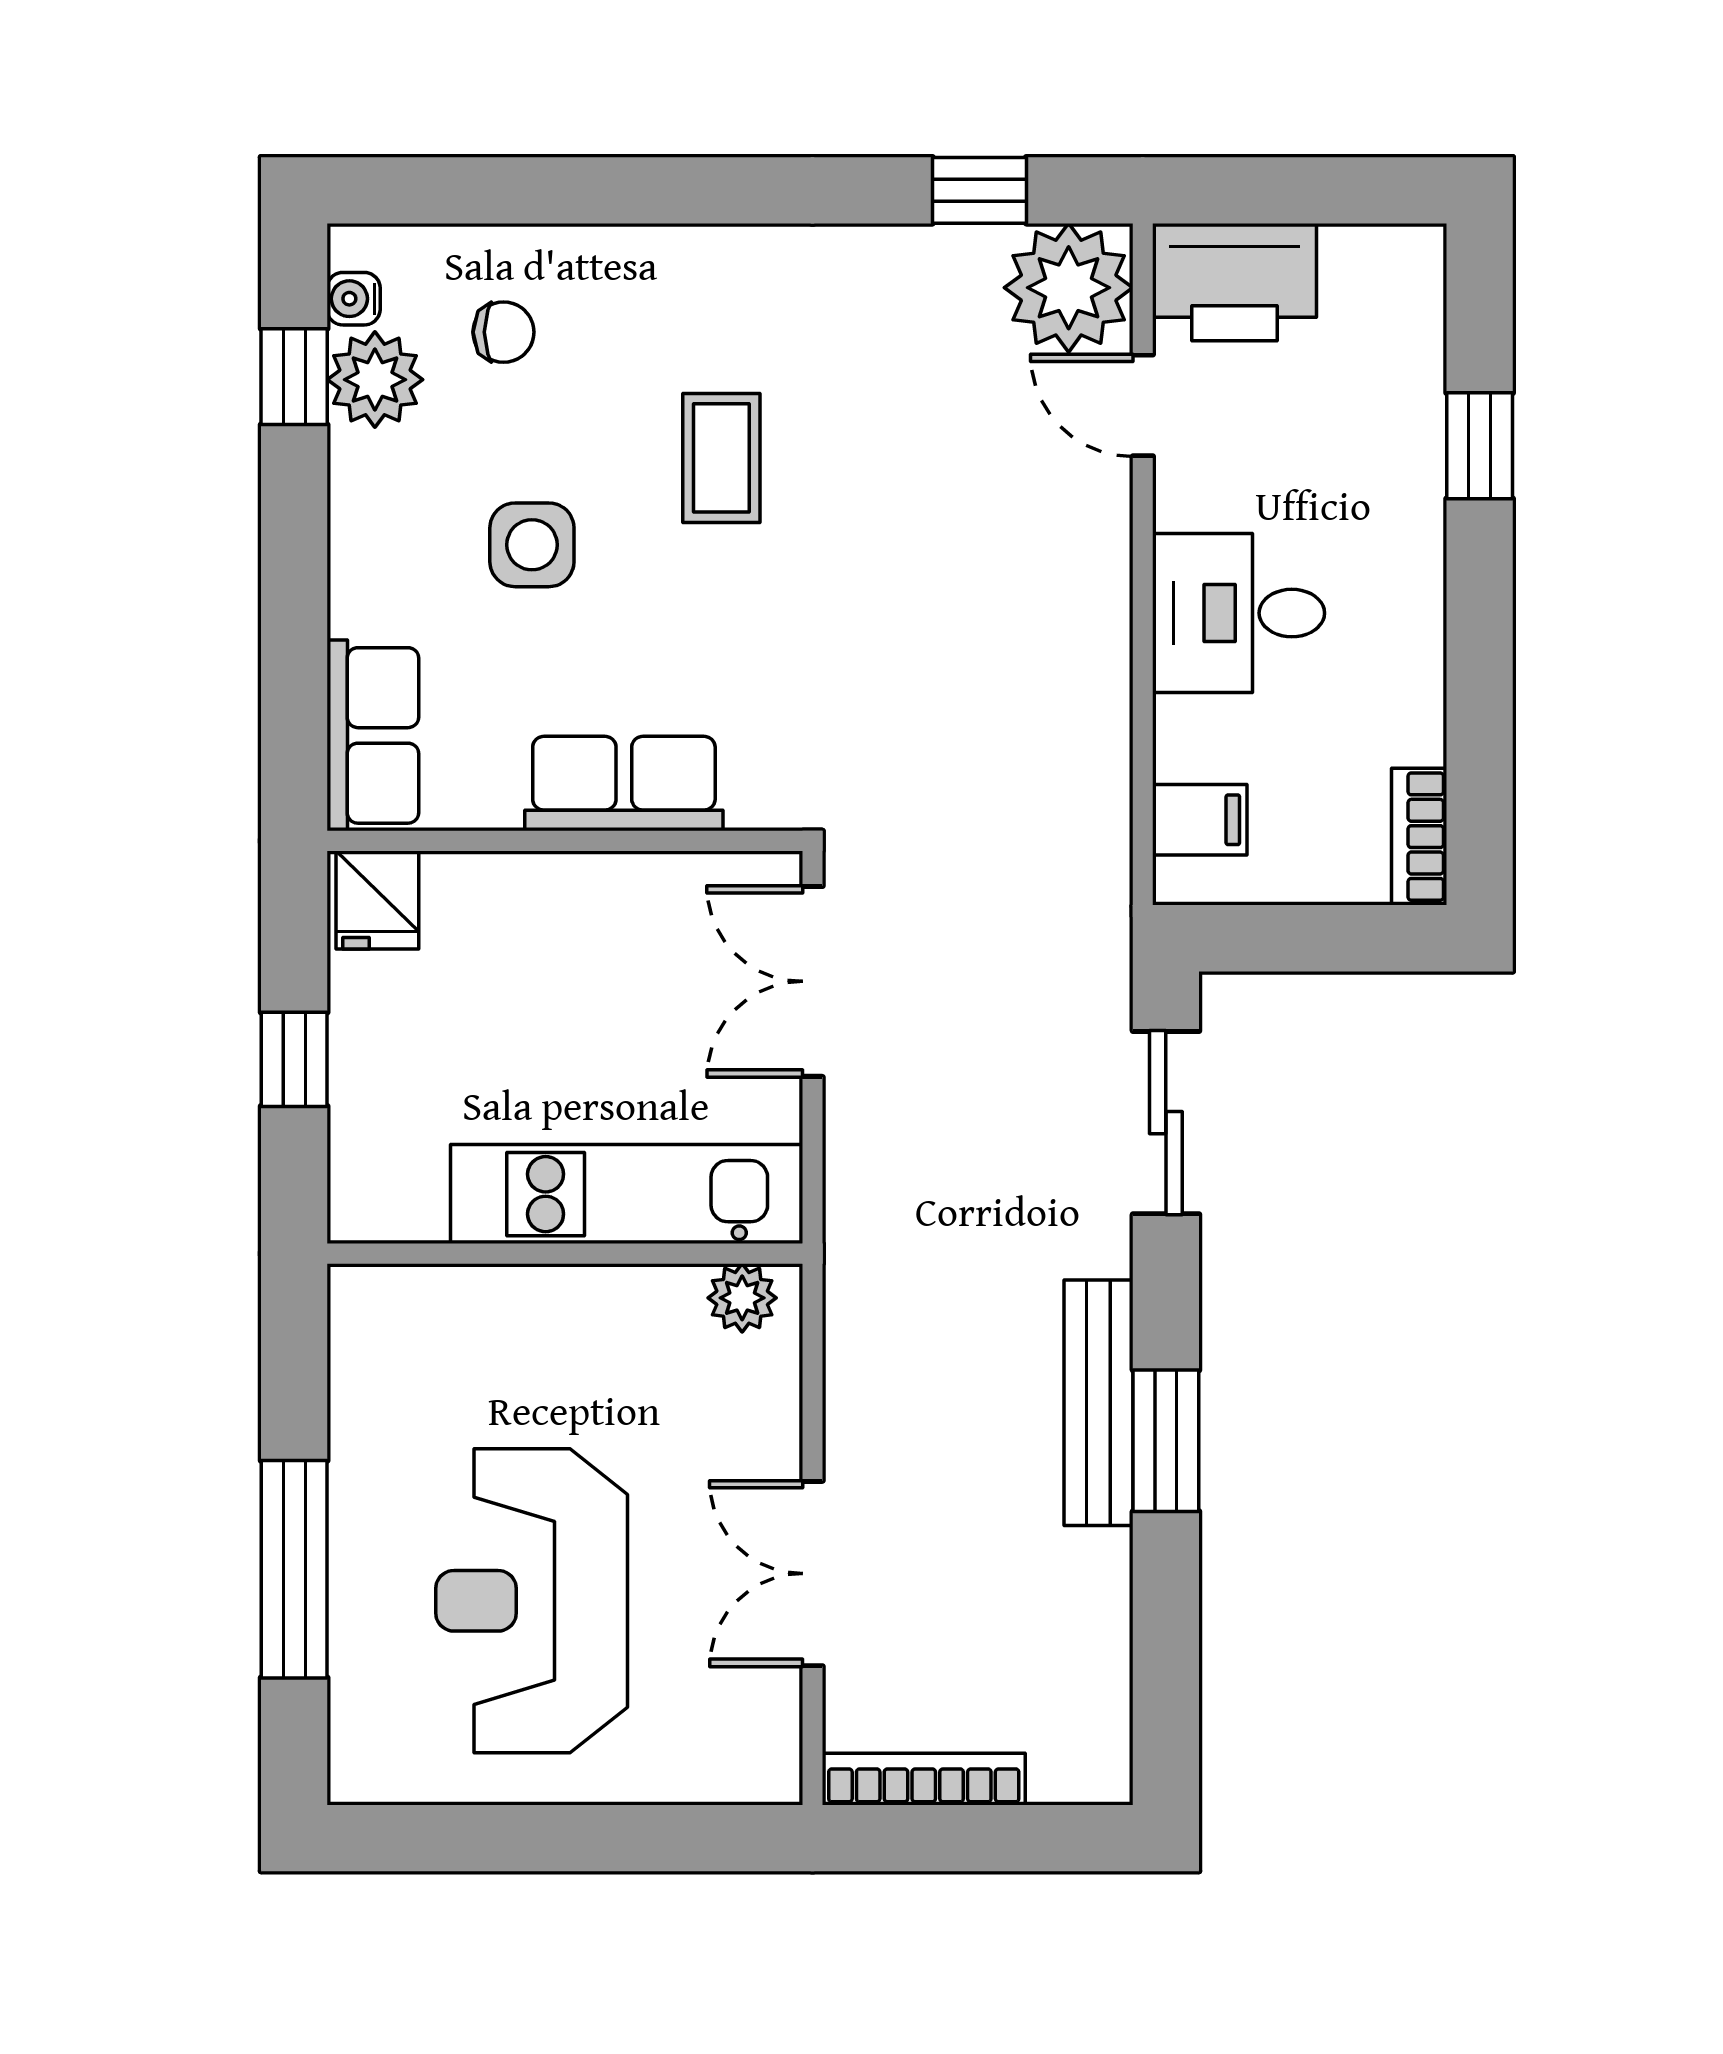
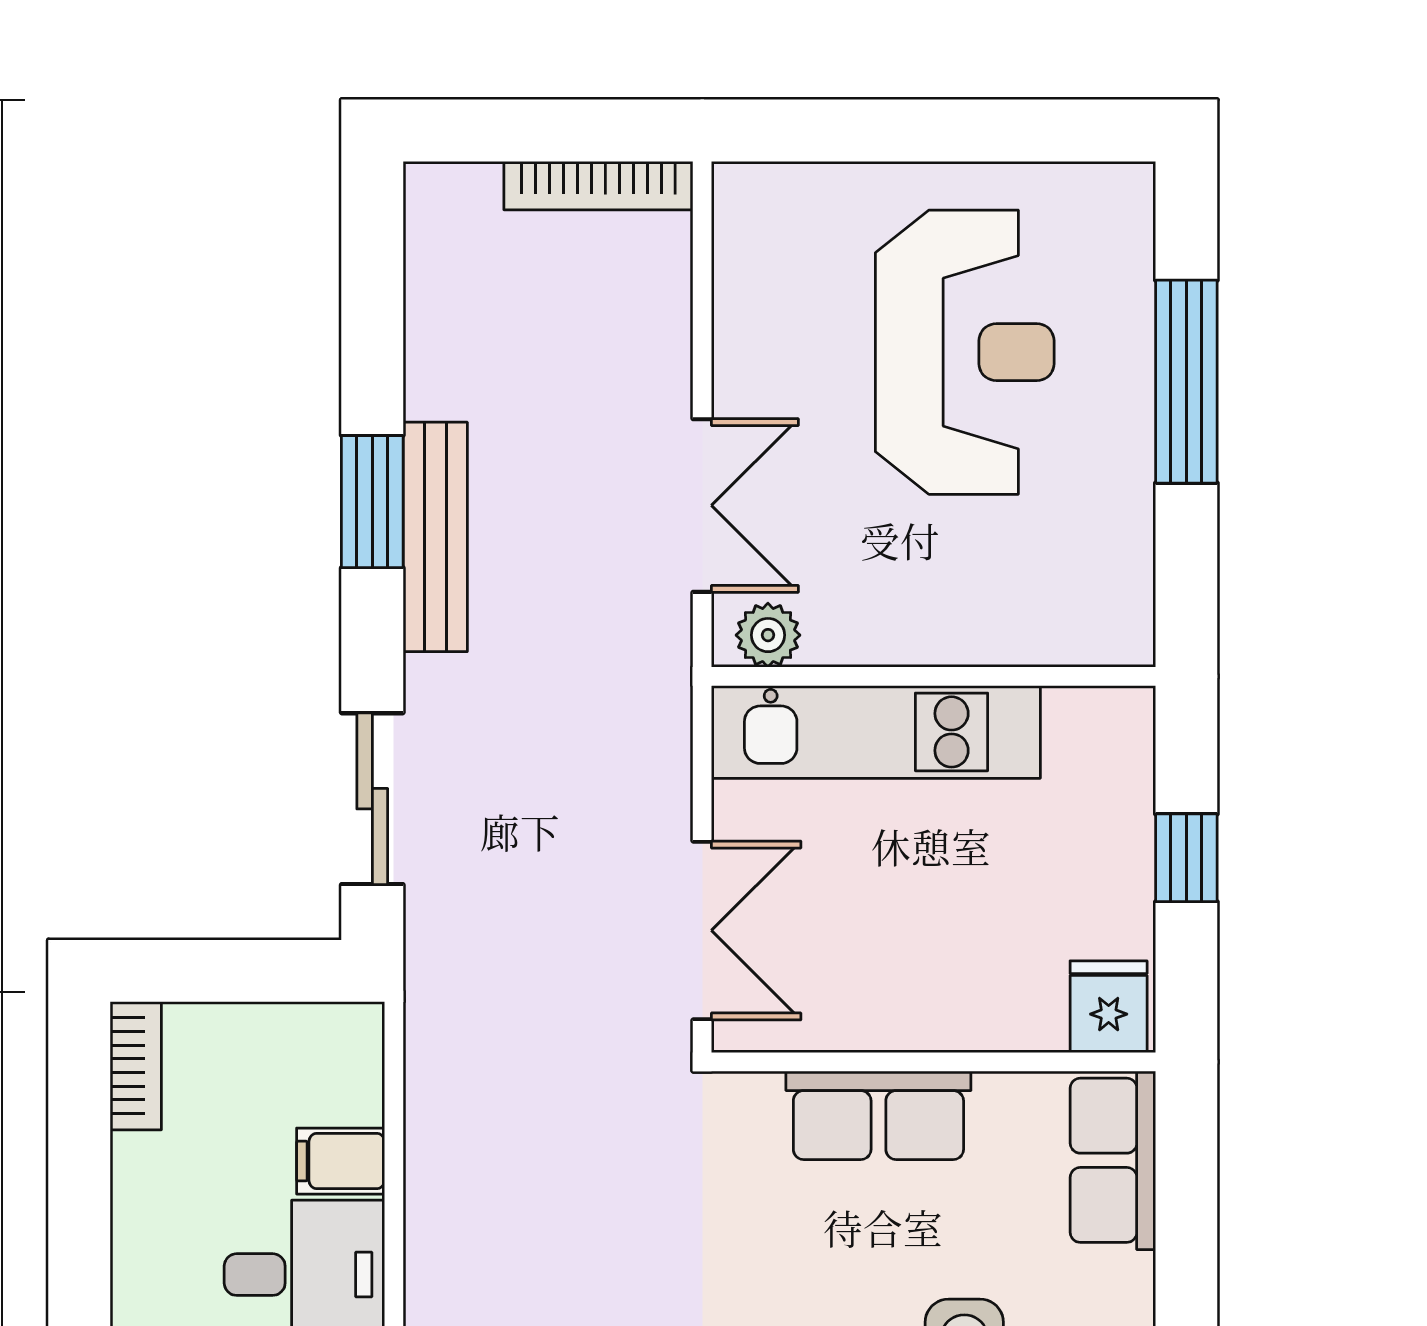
filing cabinet: (1200, 820) -> (341, 1161), moved
double door: (813, 1574) -> (702, 505), moved

